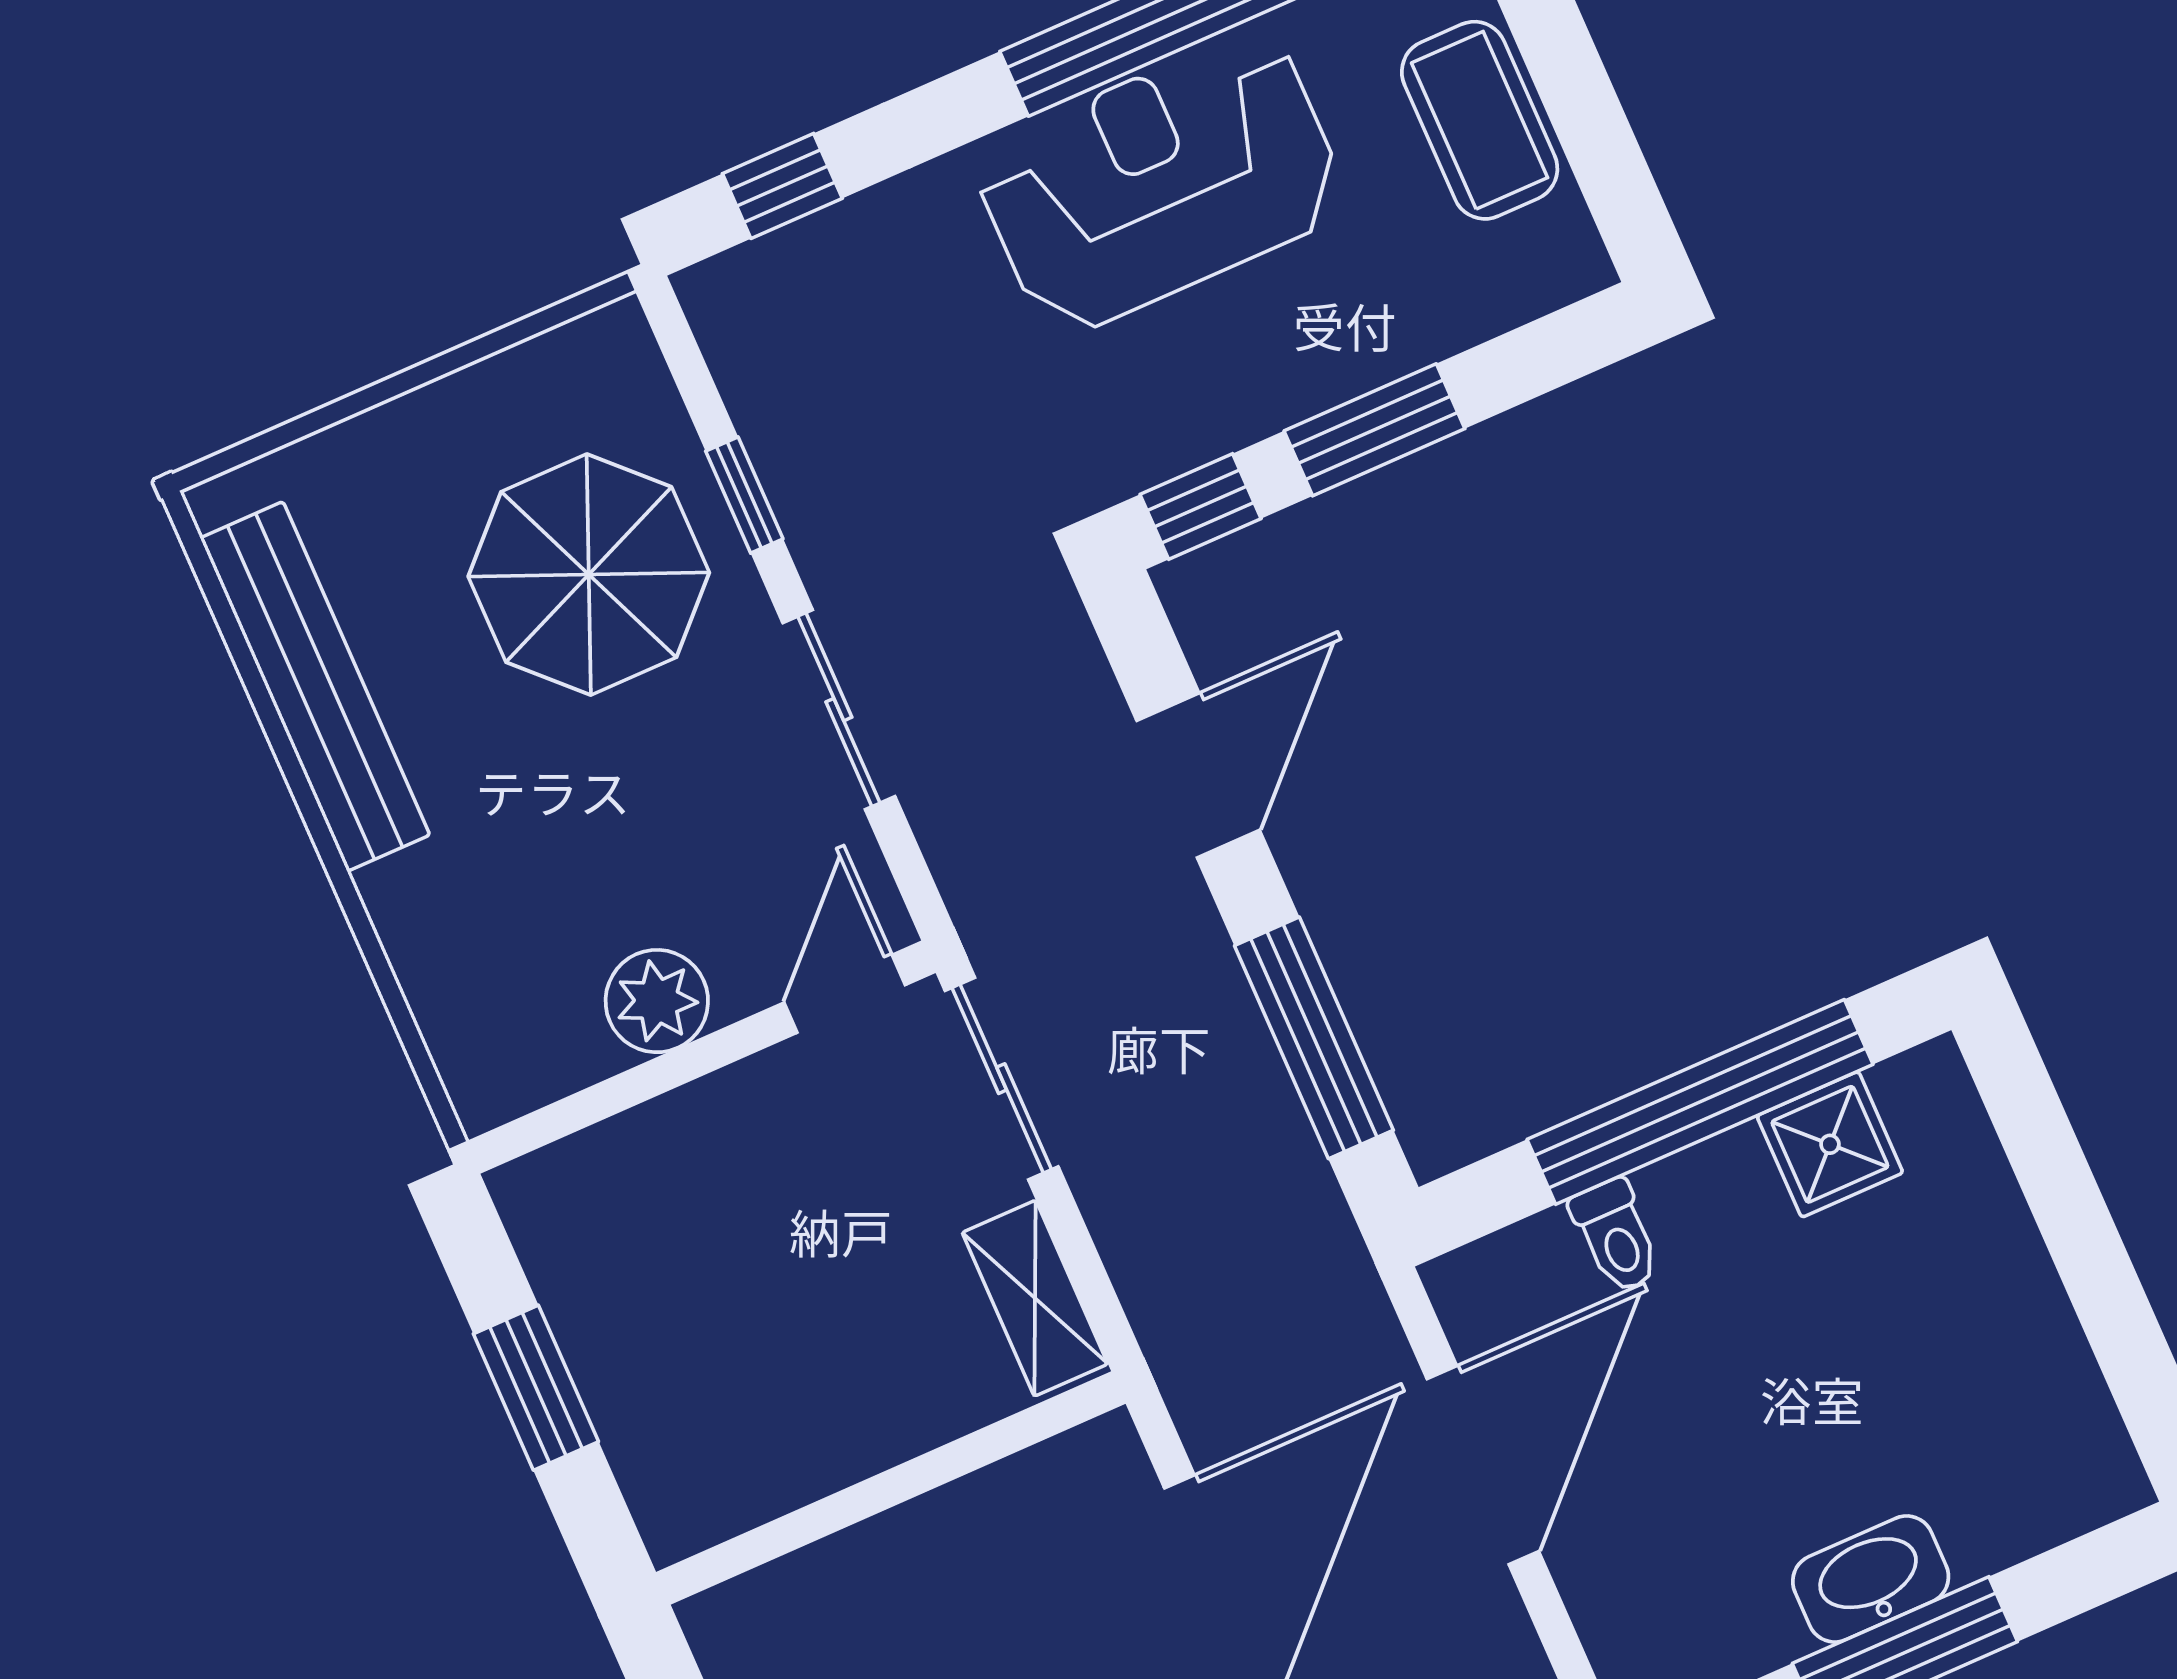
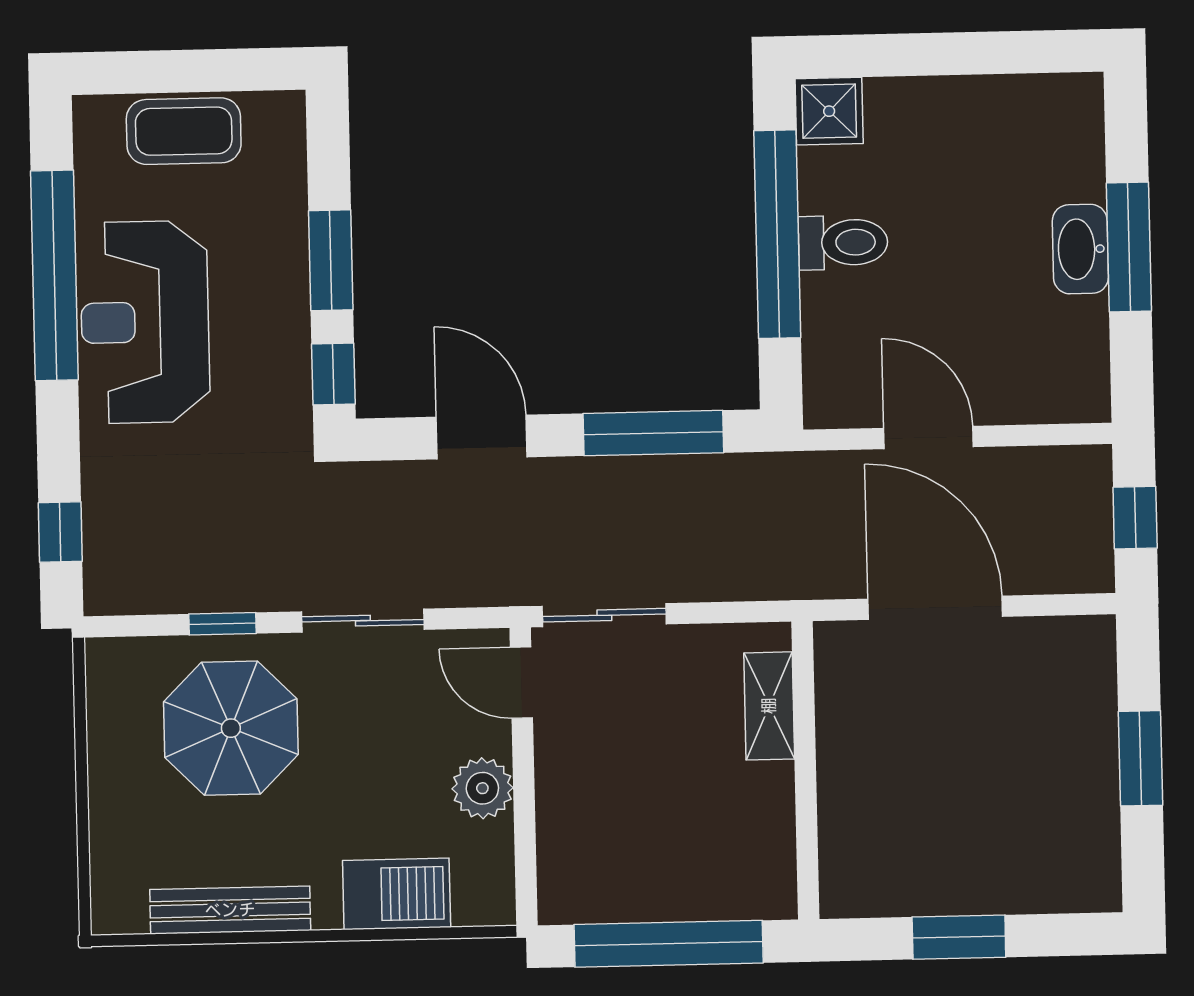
bench: (315, 686) -> (230, 910), width x0.73, depth x0.82
barbecue: (439, 936) -> (397, 894), added
shower: (1830, 1144) -> (829, 111), moved
toilet: (1616, 1236) -> (843, 242), moved, width x1.37, depth x1.39
shelving: (1035, 1298) -> (769, 706), moved, turned 90
window: (536, 1388) -> (669, 944), width x2.11
door: (1483, 1465) -> (929, 437), width x0.73

